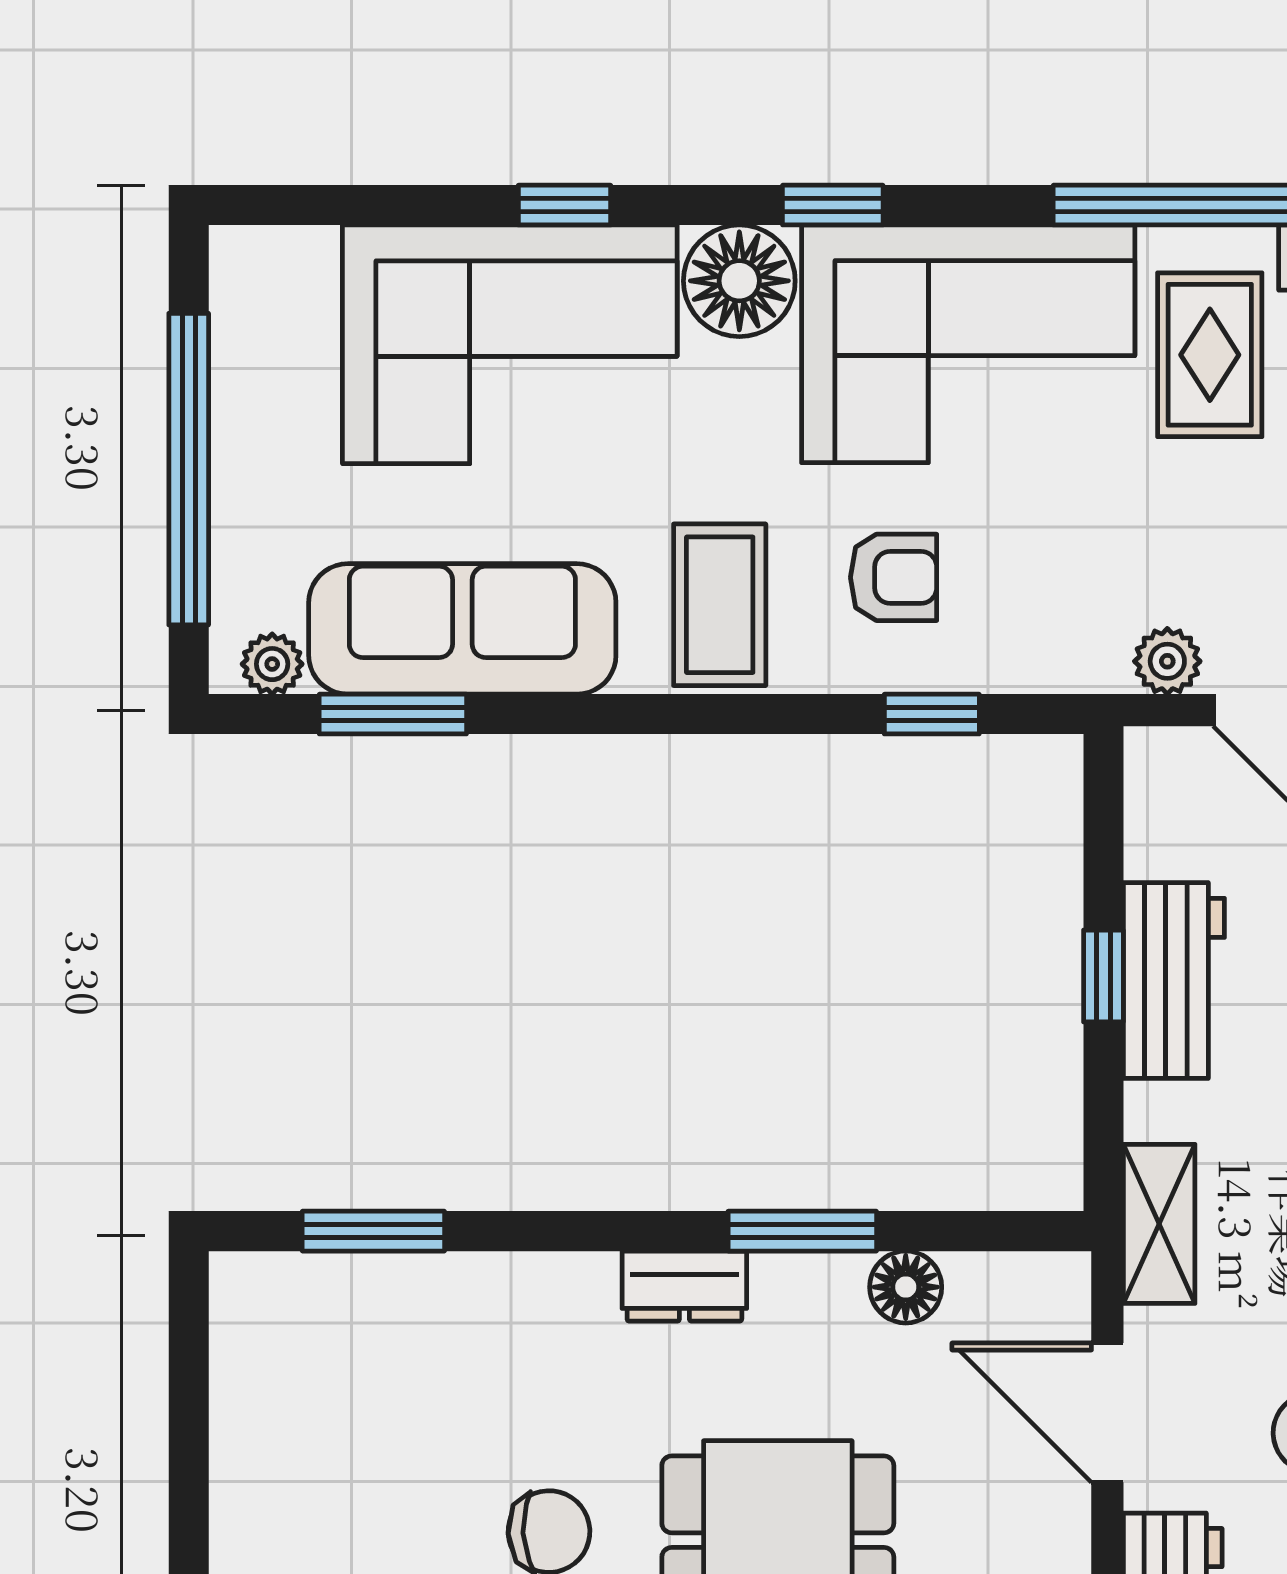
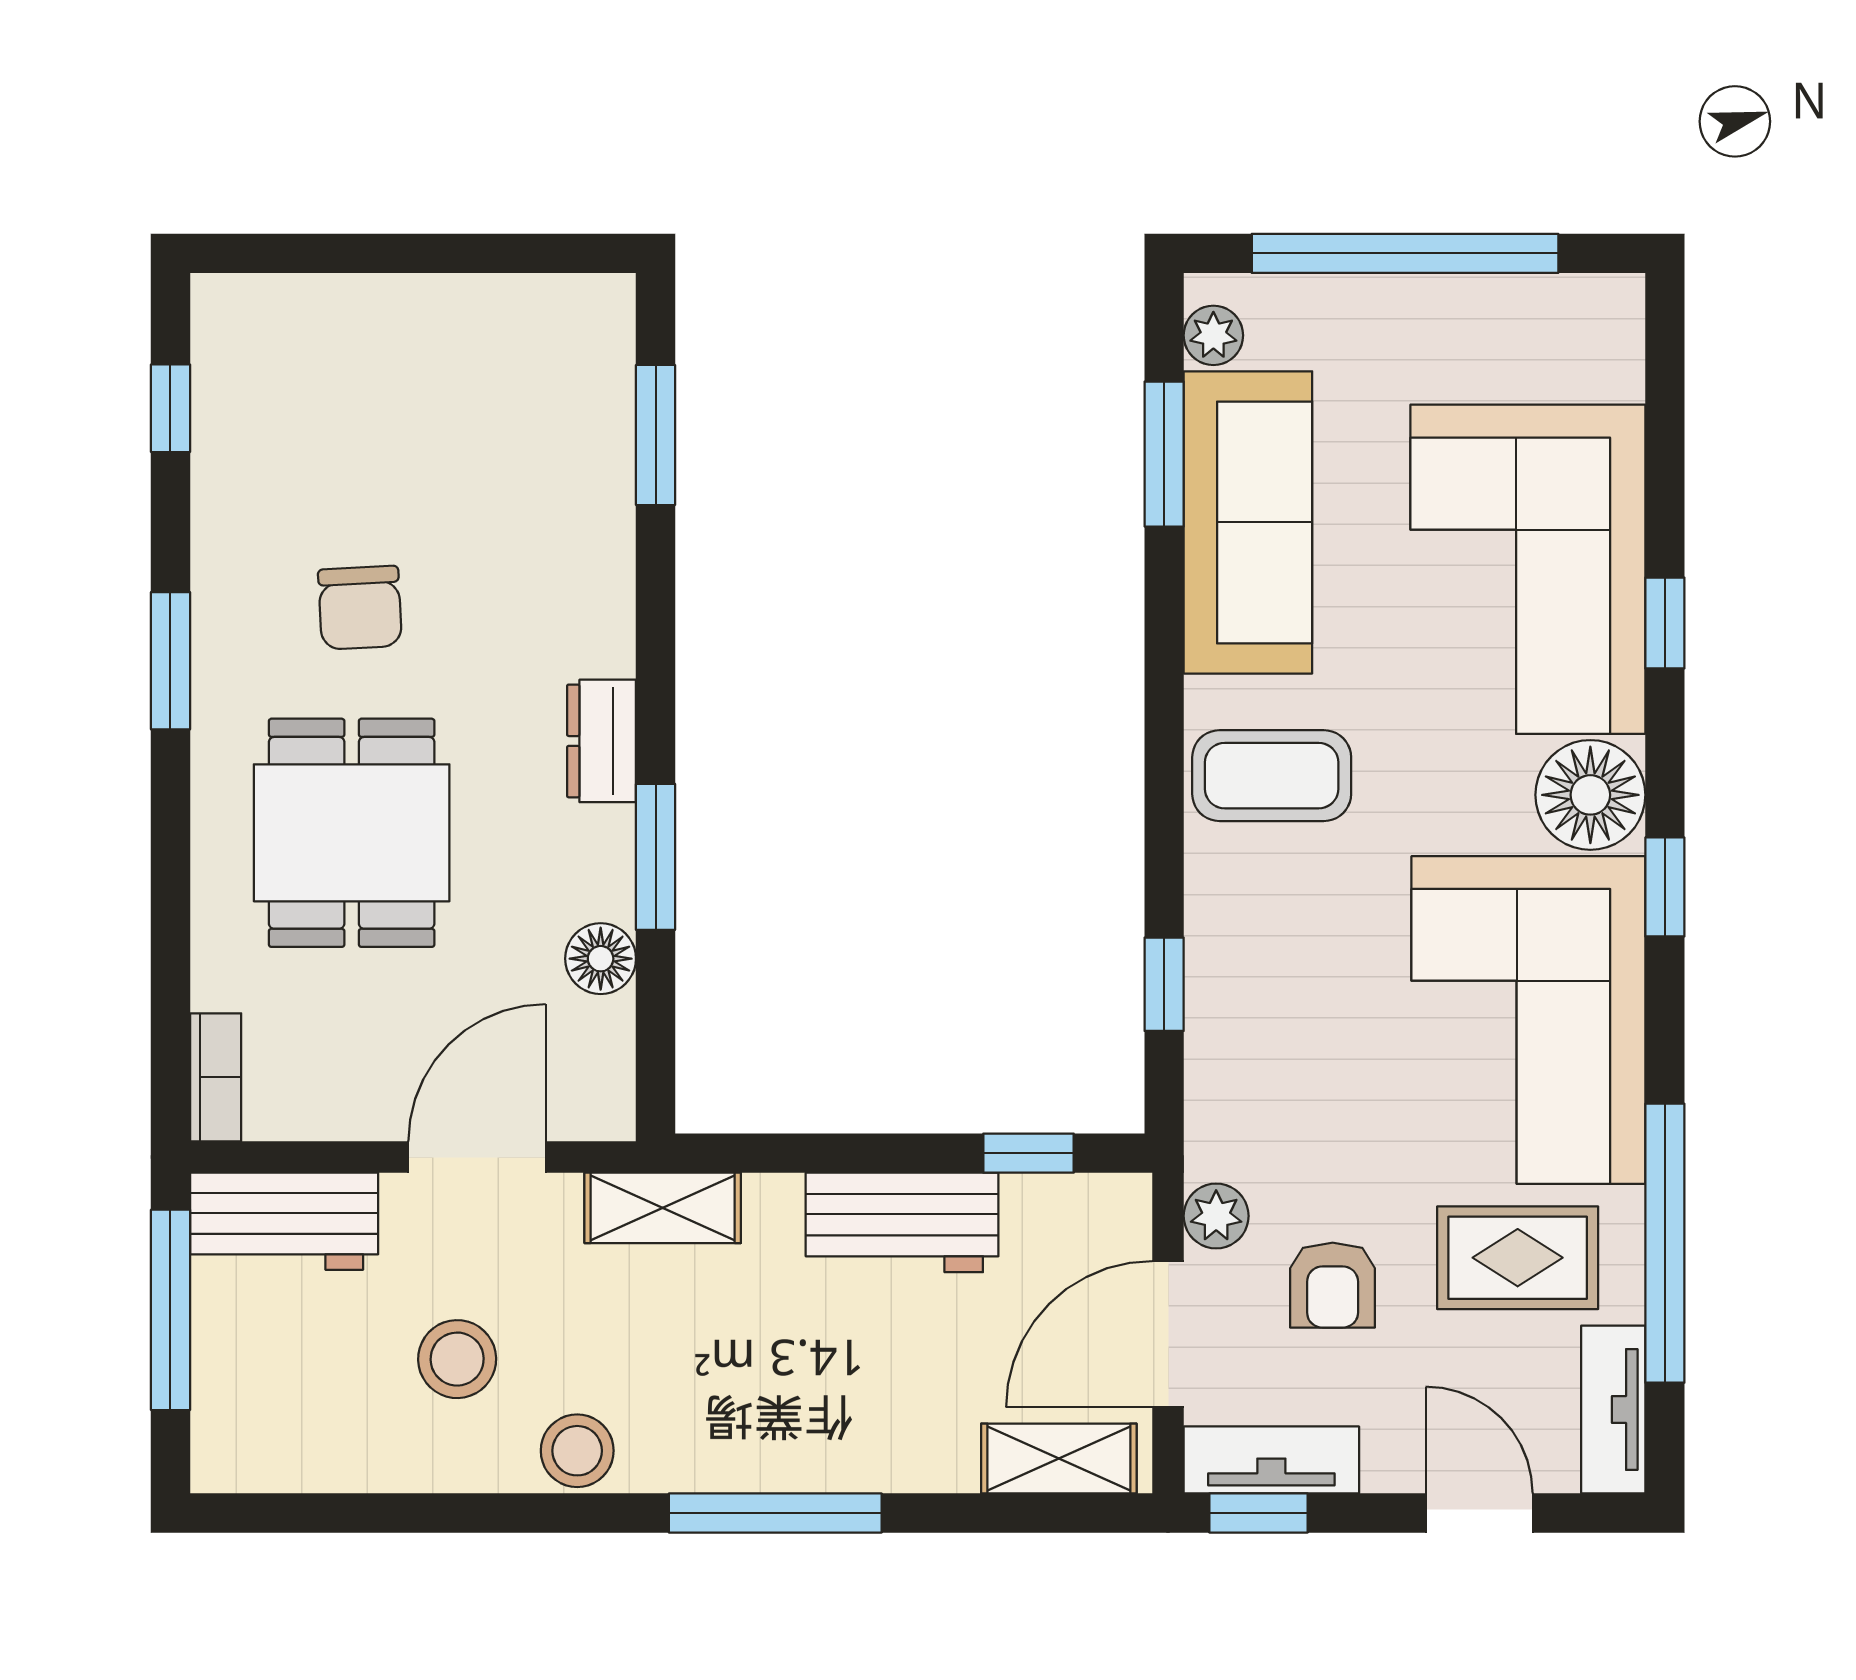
armchair: (894, 577) -> (1333, 1285), moved
window: (1103, 976) -> (1028, 1153), moved

